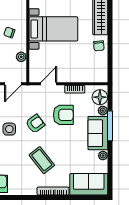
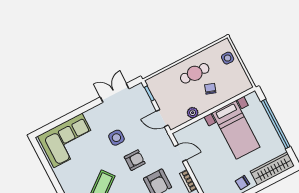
armchair: (35, 124) -> (135, 160), turned -53

